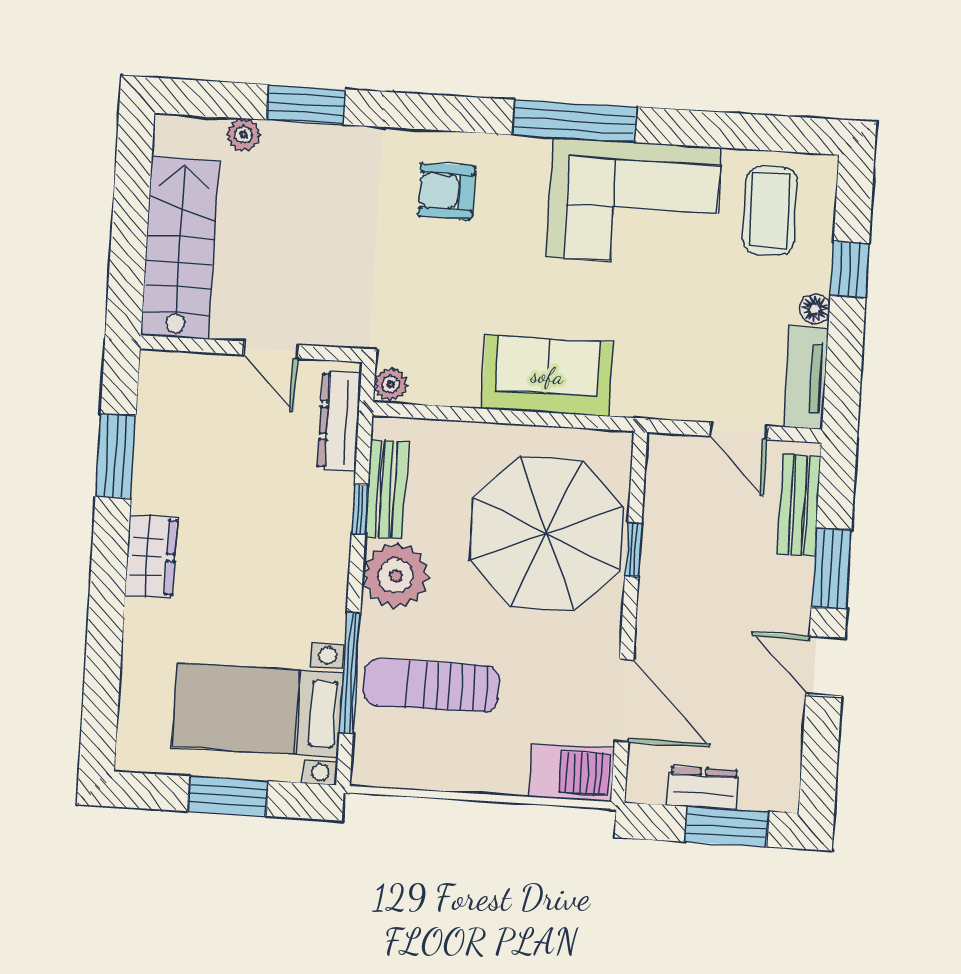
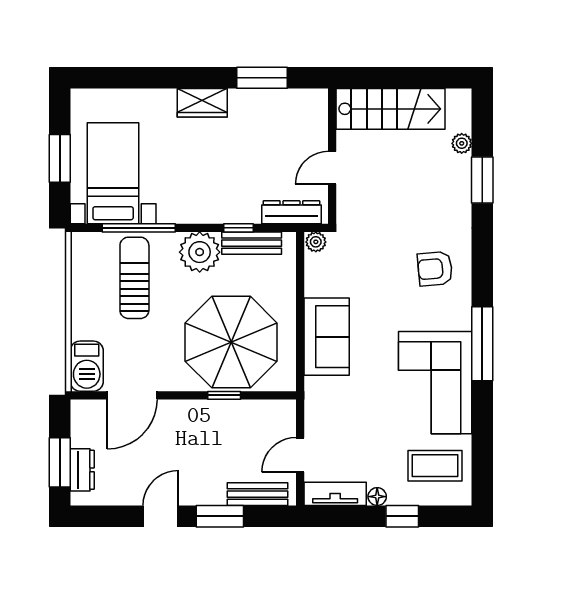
armchair: (447, 191) -> (435, 269), turned -95
dresser: (703, 788) -> (82, 470), moved

